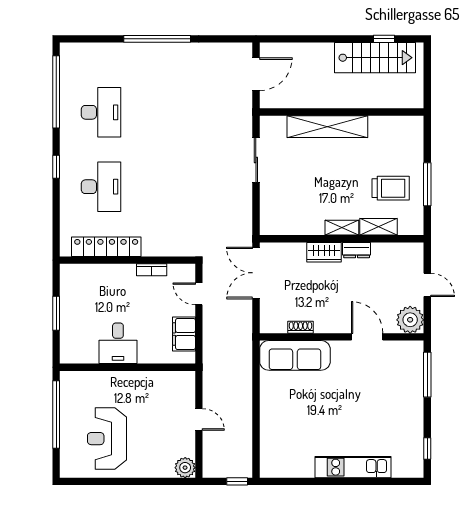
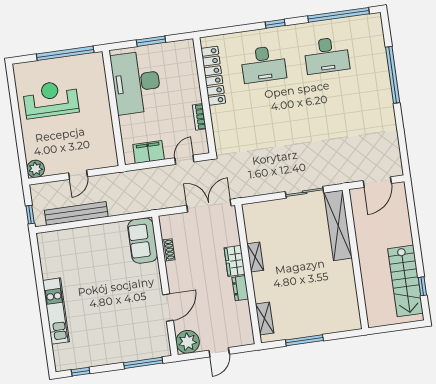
window: (157, 39) -> (393, 75), moved
door: (256, 74) -> (377, 182), hinge flipped
shelving: (327, 127) -> (338, 225), moved
trolley: (391, 188) -> (297, 310), removed
shelving: (379, 227) -> (265, 318), moved
shelving: (342, 228) -> (255, 257), moved
desk: (118, 343) -> (136, 82), width x1.87, depth x1.30
sofa: (295, 355) -> (143, 241), width x0.73
bench: (243, 428) -> (76, 213), added

